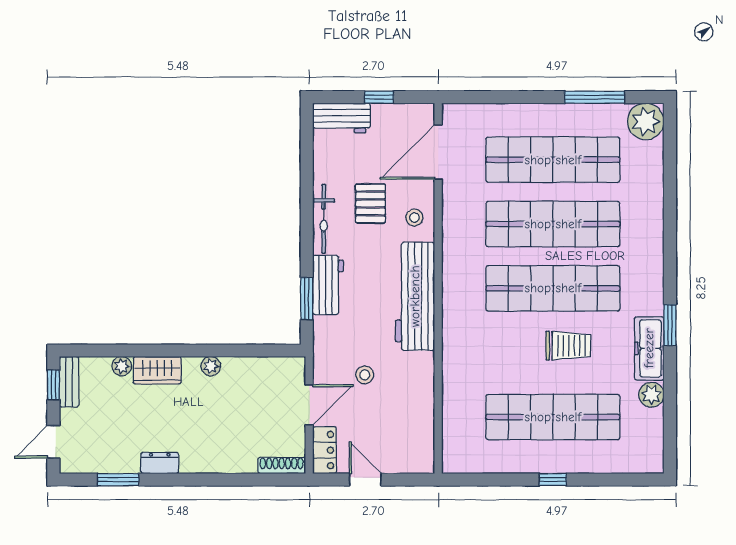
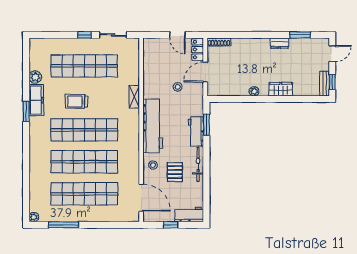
plant: (646, 121) -> (34, 217), width x0.53, depth x0.53
door: (438, 152) -> (141, 198), hinge flipped
shelving: (452, 355) -> (134, 97), added
plant: (122, 366) -> (298, 91), removed
sliding door: (495, 480) -> (113, 35), added

